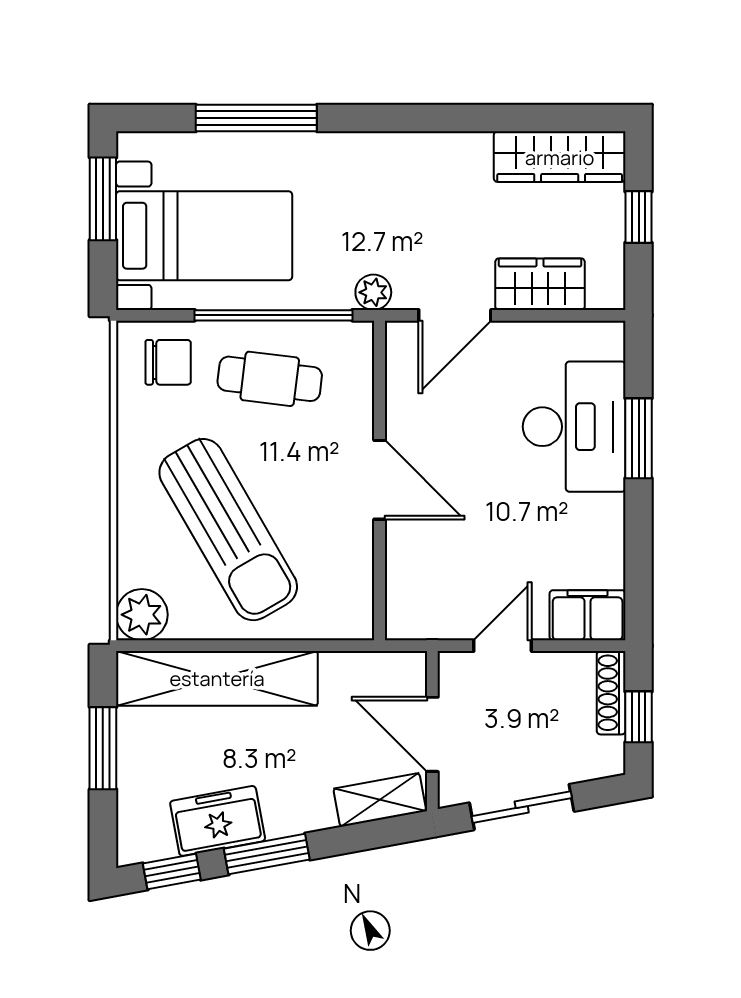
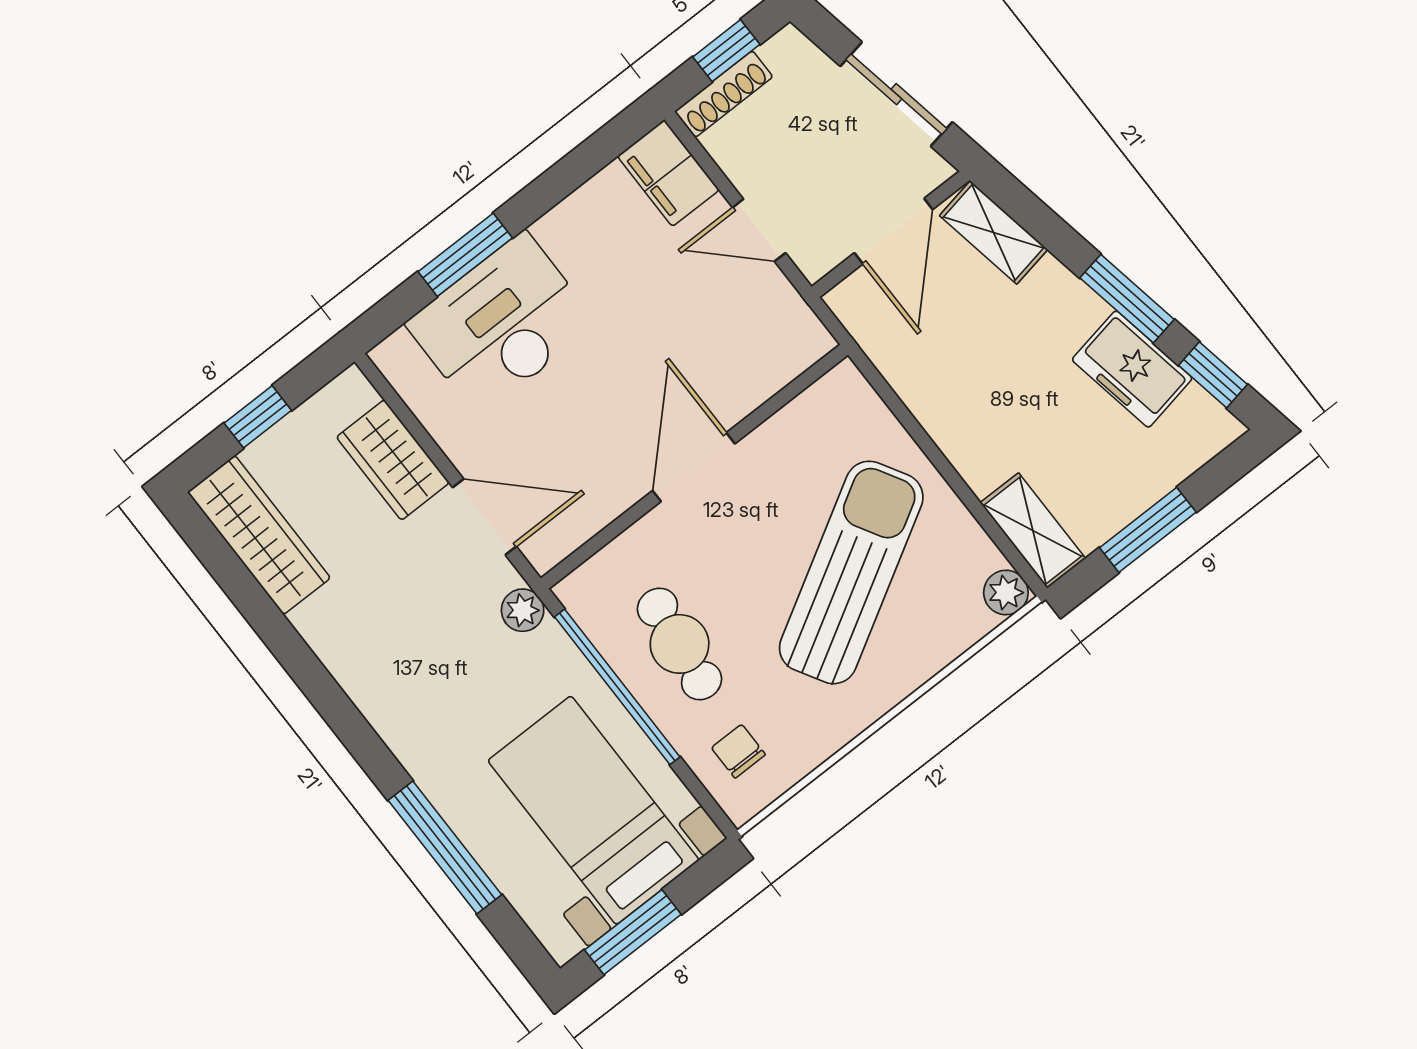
chair: (168, 362) -> (738, 751), width x0.73, depth x0.73
plant: (142, 615) -> (1006, 593), width x0.73, depth x0.73
shelving: (217, 678) -> (1033, 531), width x0.45, depth x0.75

